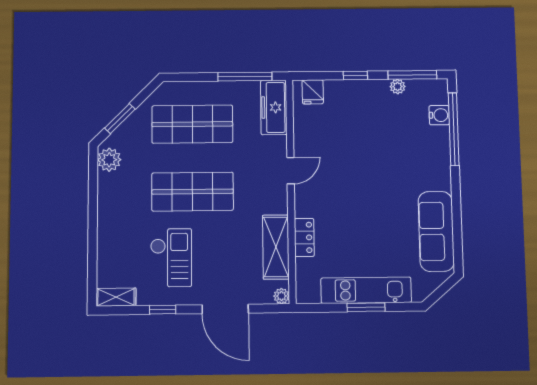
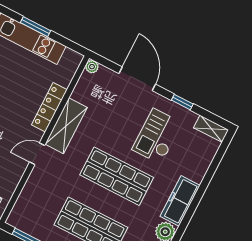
freezer: (274, 107) -> (180, 201), moved, turned 180
locker: (304, 237) -> (49, 107), width x1.53
shelving: (276, 247) -> (66, 126), moved

